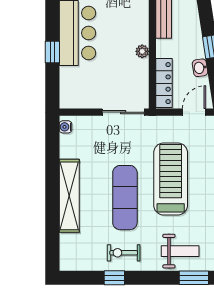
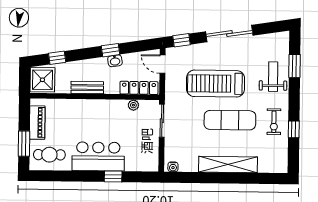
plant: (142, 51) -> (133, 105), moved
washbasin: (200, 68) -> (115, 61), moved

